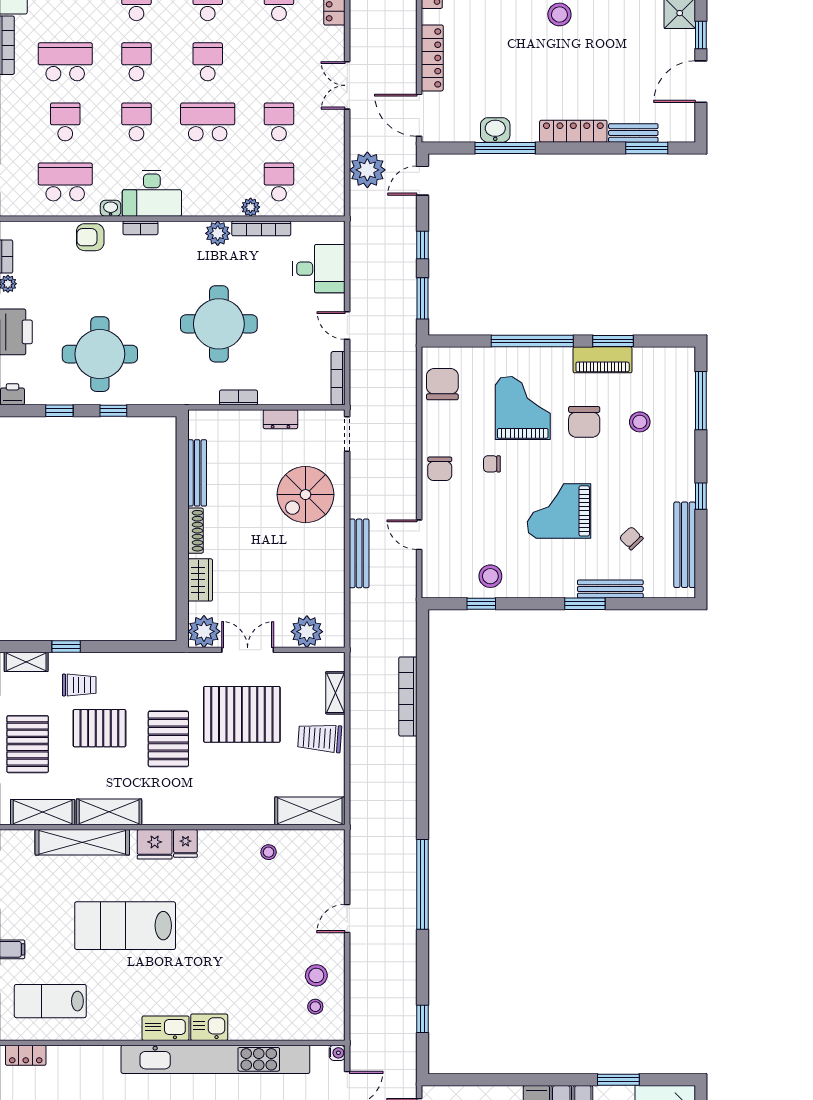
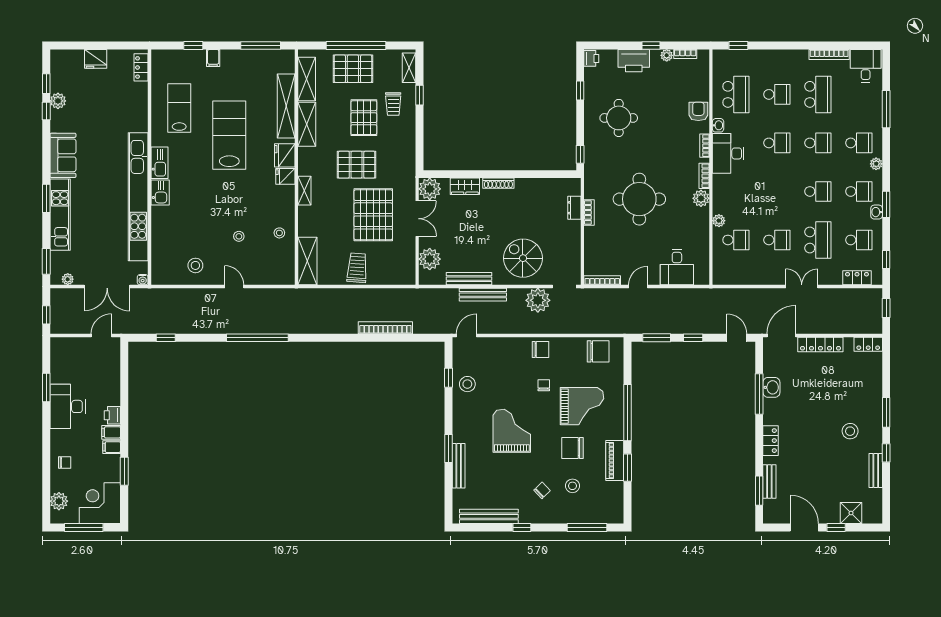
school desk: (208, 122) -> (818, 240), moved
locker: (573, 131) -> (771, 441), width x0.66
plant: (367, 170) -> (538, 300), moved
bookcase: (261, 228) -> (704, 176), moved, width x0.64
round table: (100, 354) -> (619, 118), width x0.73, depth x0.73
window: (113, 411) -> (580, 154), moved
dresser: (280, 419) -> (574, 208), moved
chair: (440, 469) -> (541, 350), turned 180
bench: (197, 473) -> (469, 279), moved
door: (419, 535) -> (466, 335), moved
chair: (631, 538) -> (542, 490), moved
shelving: (335, 693) -> (304, 191), moved, turned 90
lab bench: (50, 1001) -> (179, 108), moved
stool: (315, 1007) -> (239, 236), moved

